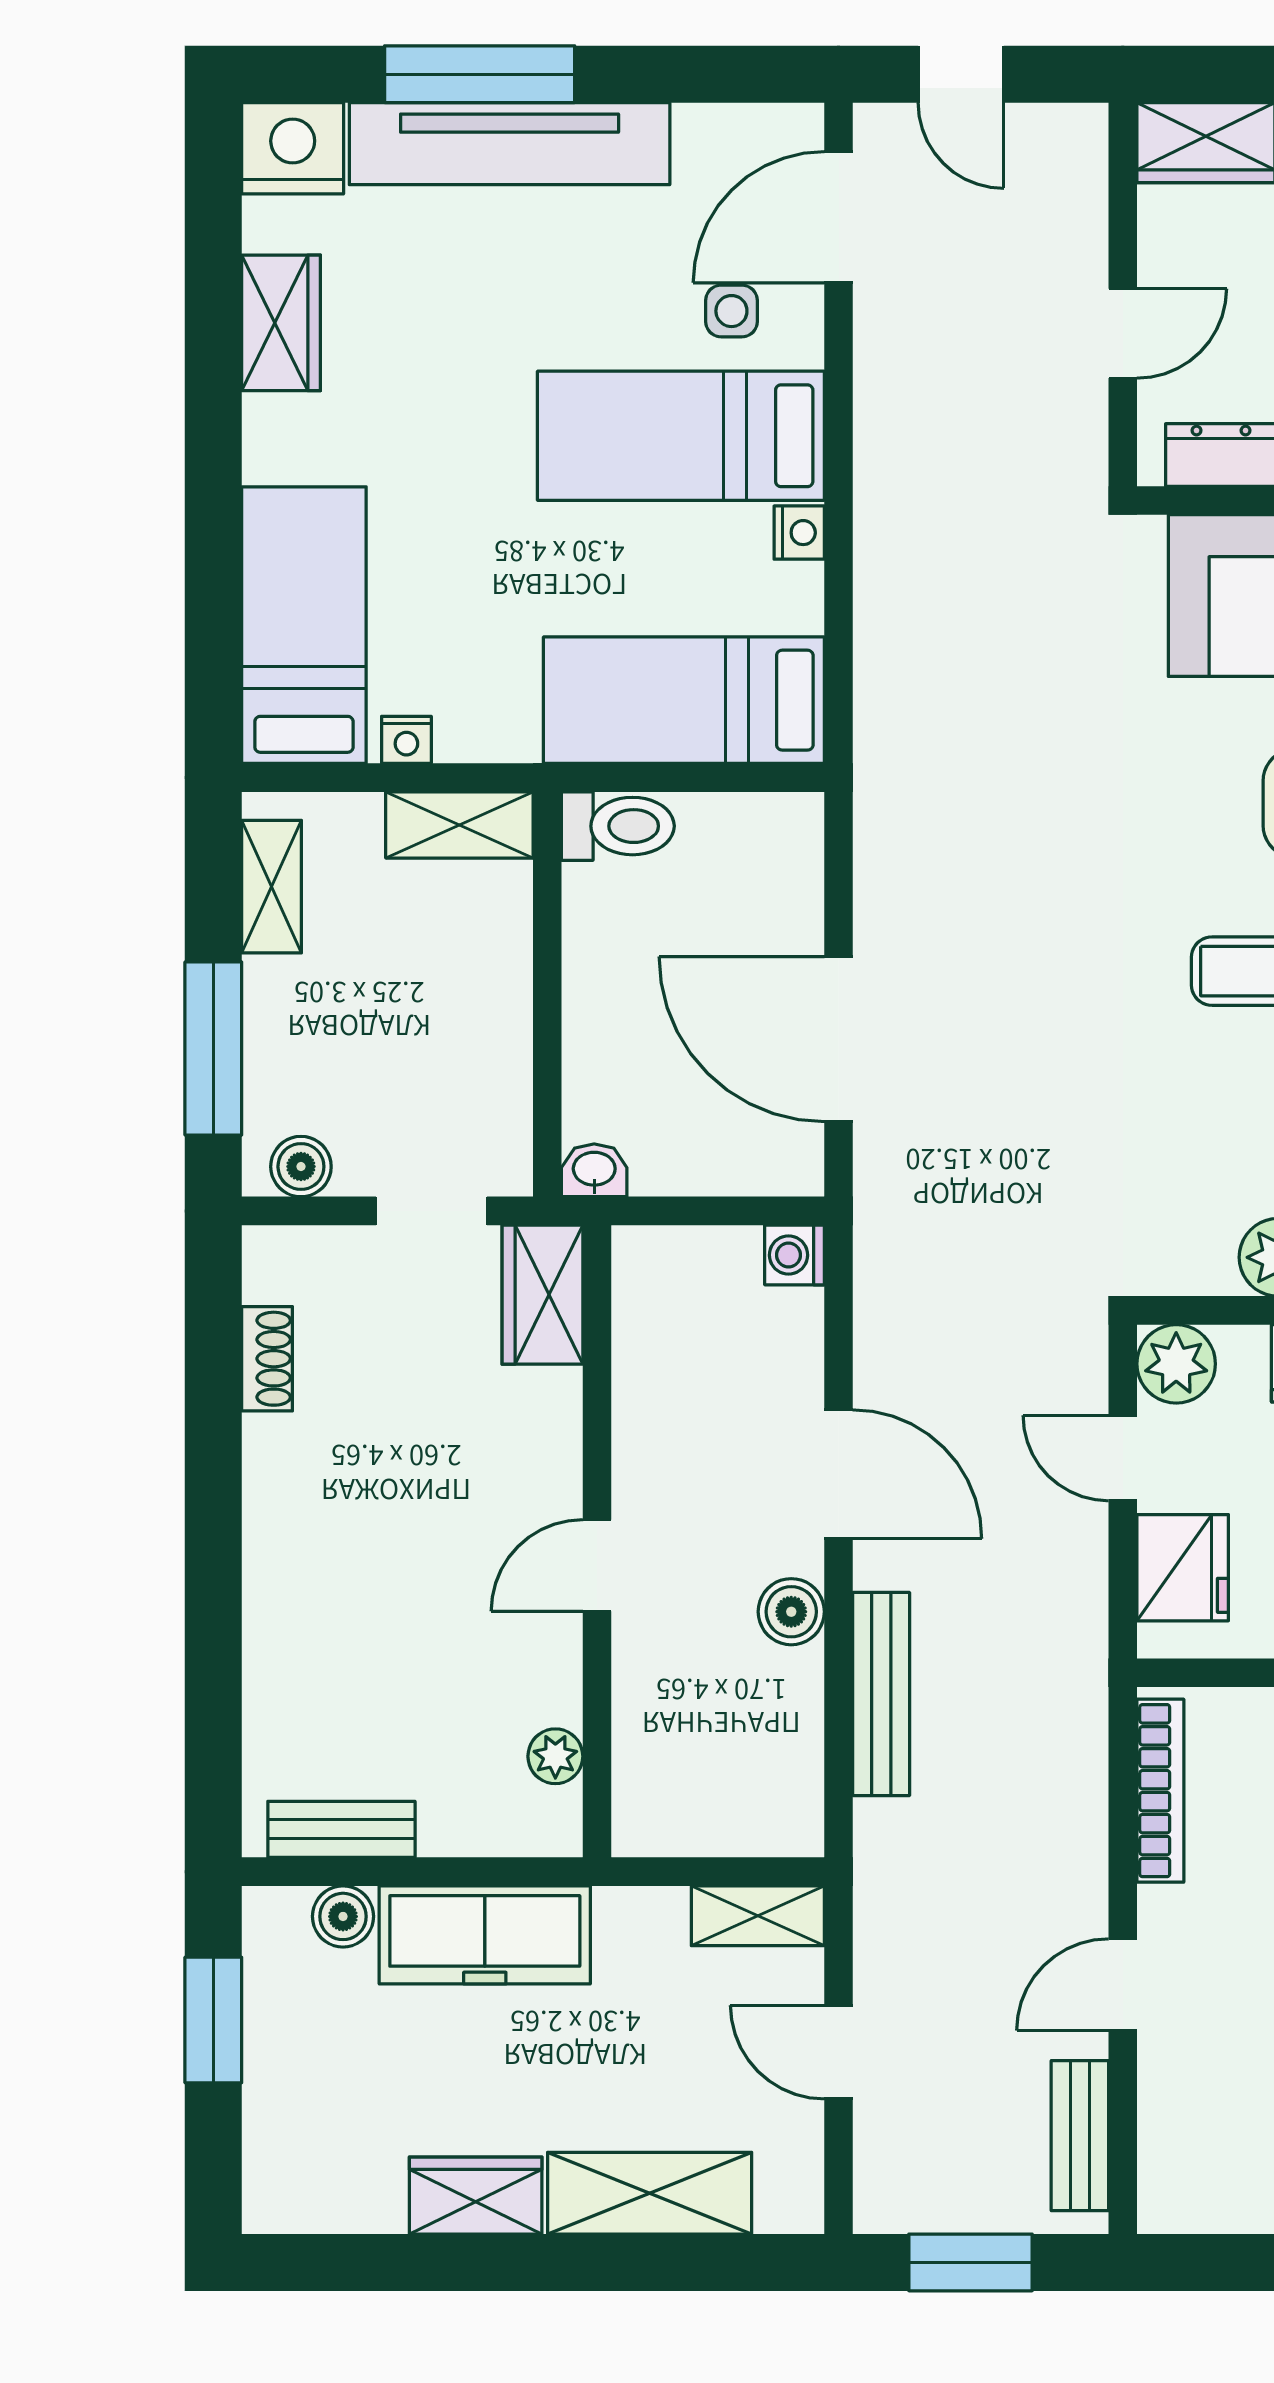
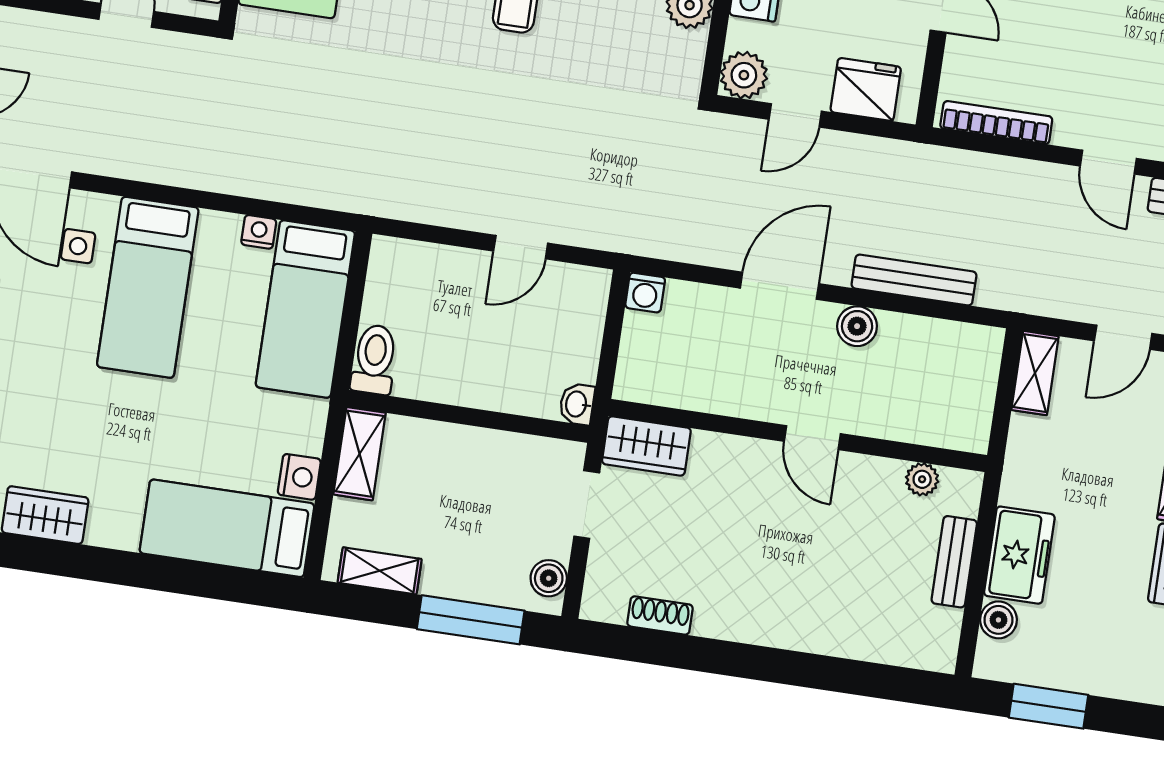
nightstand: (799, 533) -> (259, 232), moved
nightstand: (406, 740) -> (299, 477), width x1.39, depth x1.35
door: (839, 1039) -> (521, 247), width x0.53
bench: (341, 1829) -> (954, 562), moved
freezer: (485, 1935) -> (1019, 555), width x0.71

